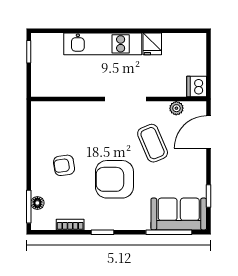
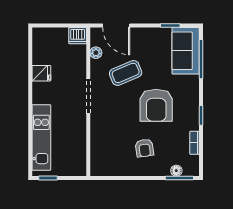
kitchen unit: (103, 44) -> (41, 137), moved

